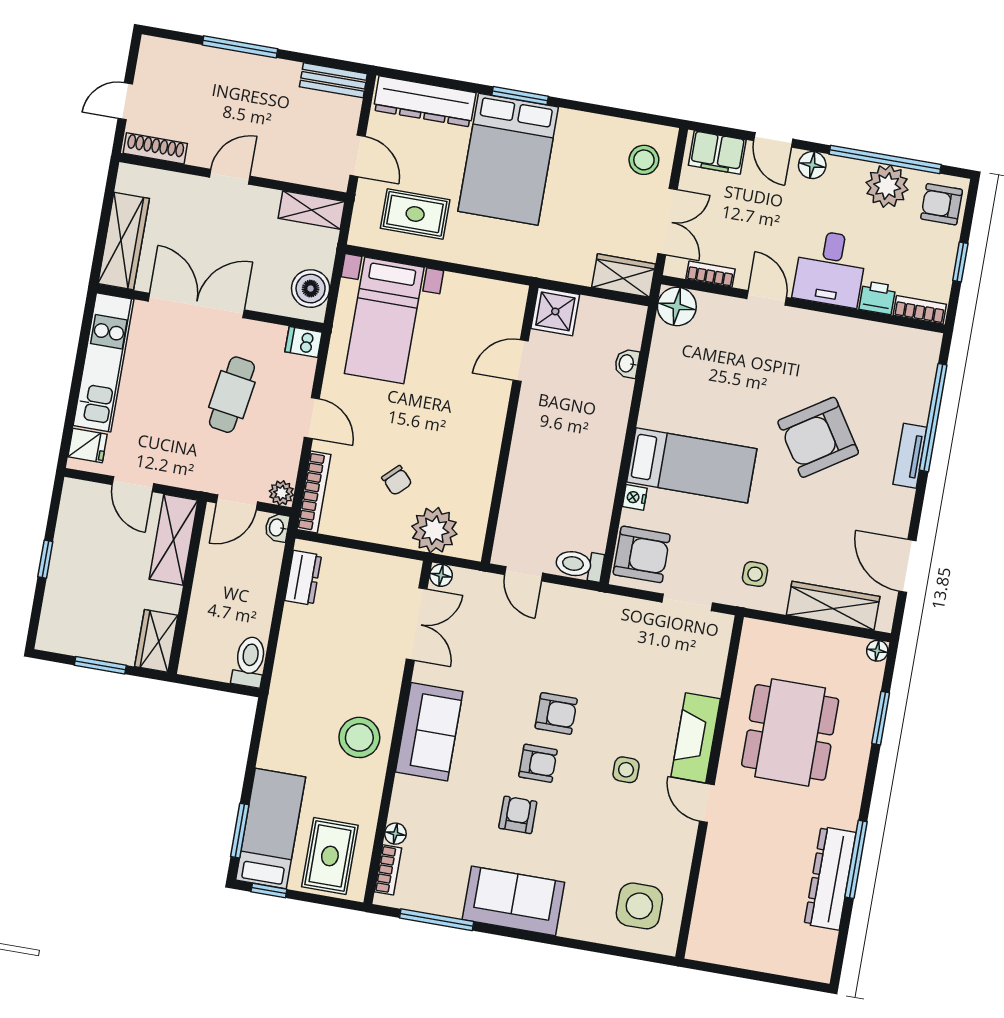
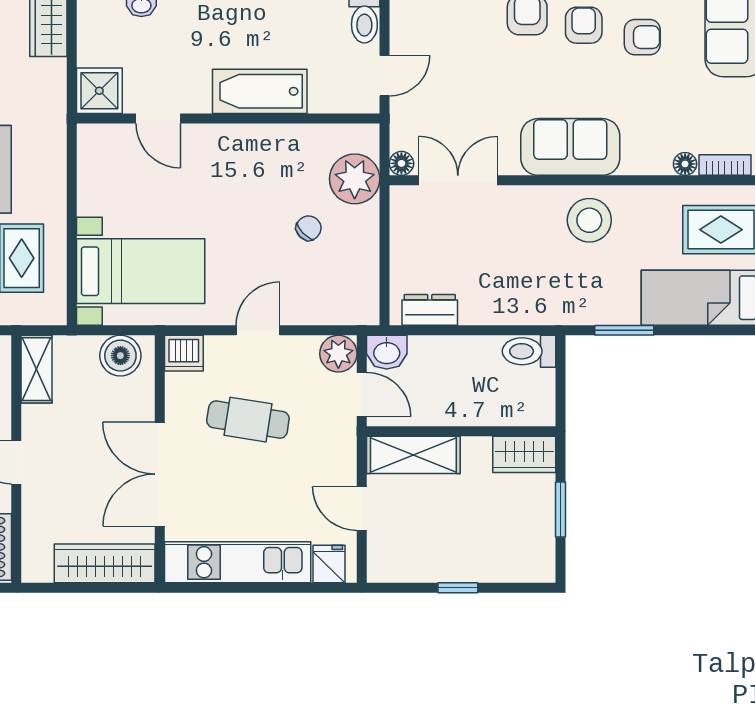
dishwasher: (304, 342) -> (184, 353), width x1.38
bathtub: (529, 458) -> (260, 91), added
door: (133, 484) -> (362, 508), swing flipped
bookcase: (314, 492) -> (336, 314), removed
plant: (281, 493) -> (338, 354), width x1.38, depth x1.38
washbasin: (277, 528) -> (387, 352), width x1.38, depth x1.45
armchair: (518, 815) -> (642, 37), turned 180
window: (240, 831) -> (624, 330), moved

